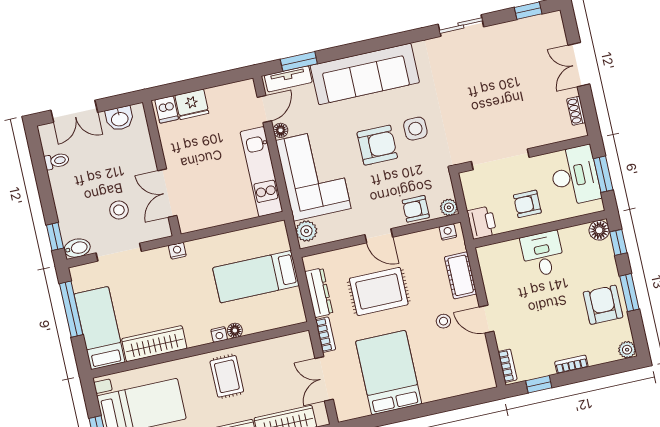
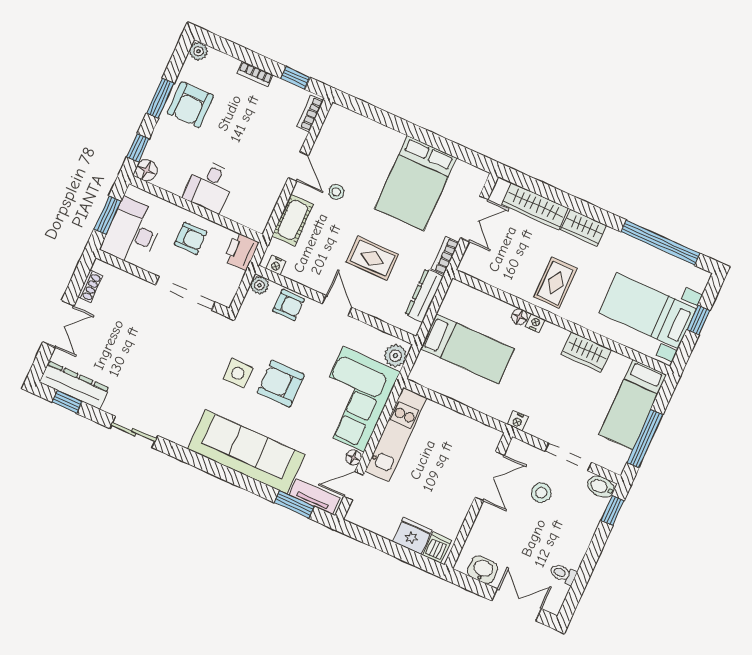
dresser: (532, 27) -> (74, 385), added
rug: (379, 291) -> (372, 258), width x0.73, depth x0.70
wardrobe: (154, 344) -> (586, 352), width x0.67

